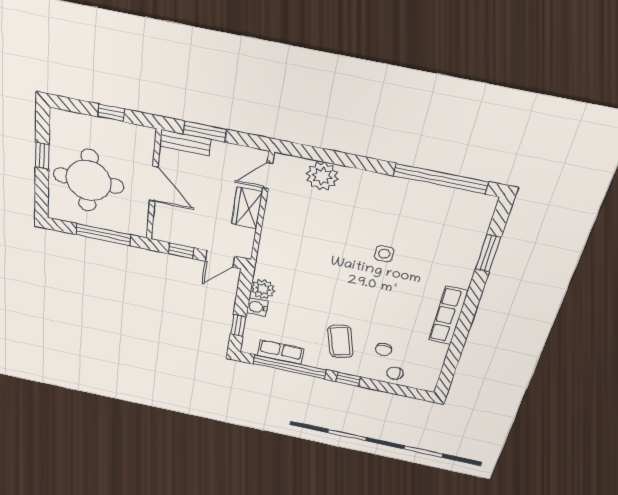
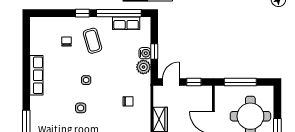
side table: (364, 291) -> (86, 80), added
window: (238, 325) -> (154, 51), moved
chair: (395, 373) -> (128, 101), moved

